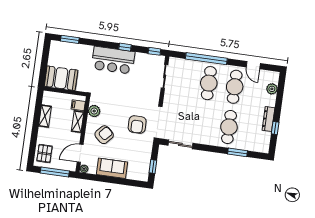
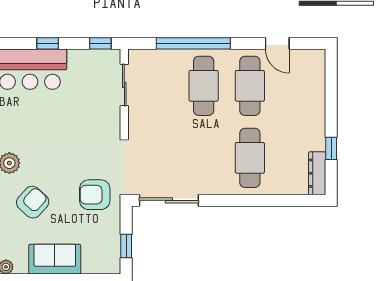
plant: (272, 89) -> (316, 80), removed
dresser: (268, 119) -> (317, 173), moved
armchair: (137, 125) -> (95, 195), moved, turned 90
sliding door: (180, 144) -> (169, 200), width x1.37
window: (237, 152) -> (271, 200), removed

